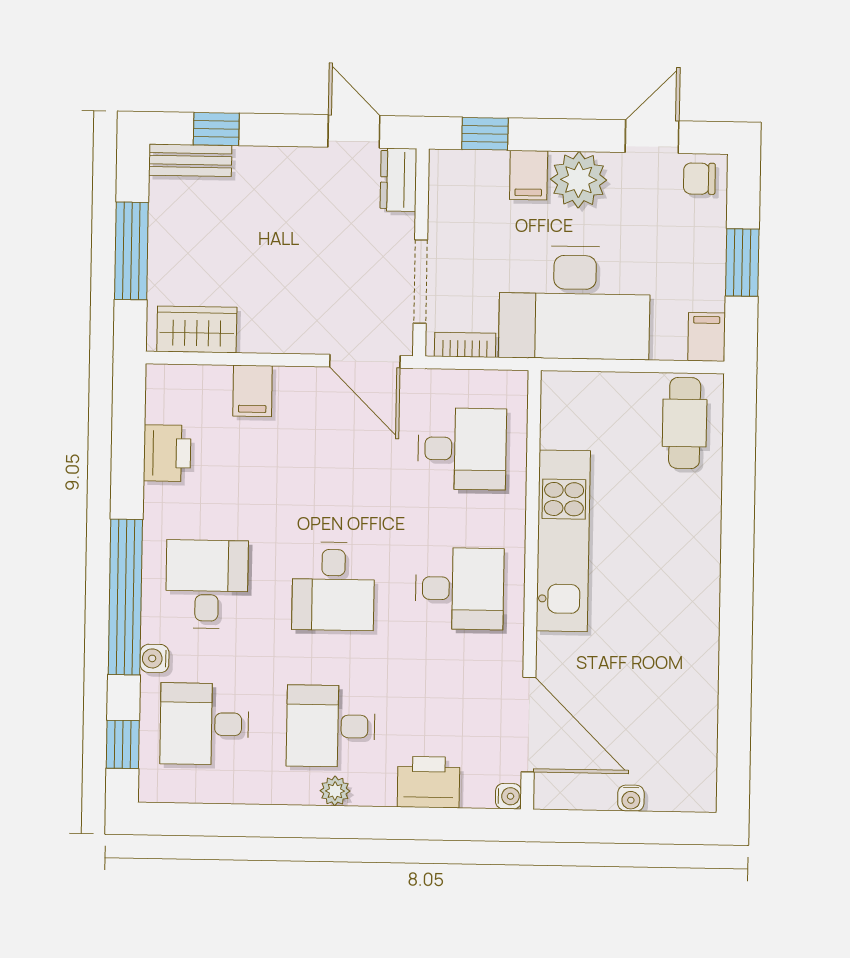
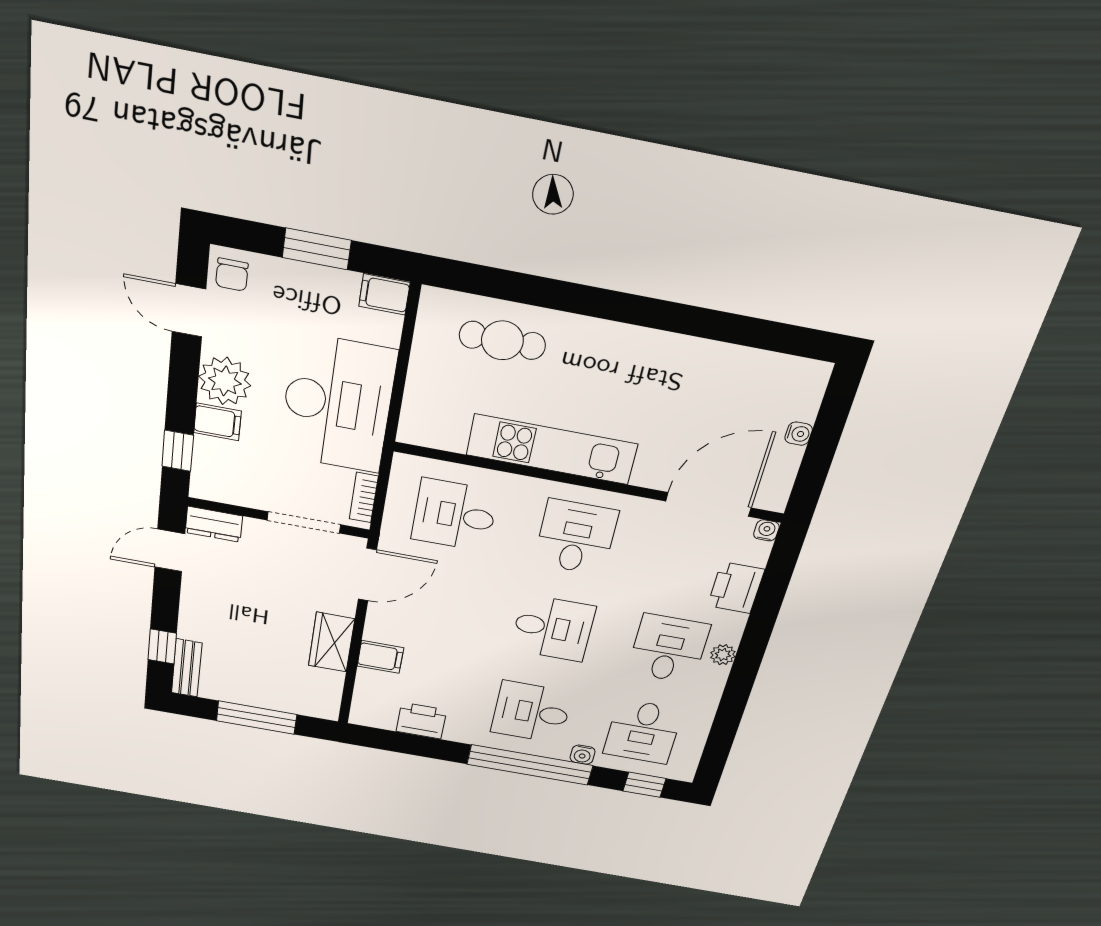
wardrobe: (197, 329) -> (332, 642), moved
cafe table: (685, 423) -> (502, 340), moved
desk: (462, 449) -> (455, 515), turned -90
desk: (331, 726) -> (668, 649), turned 180

